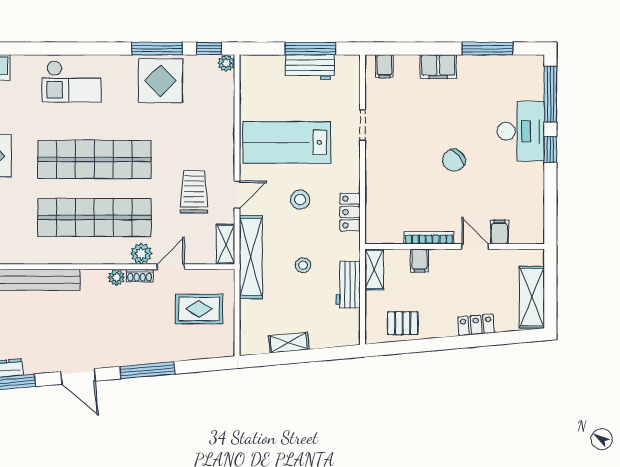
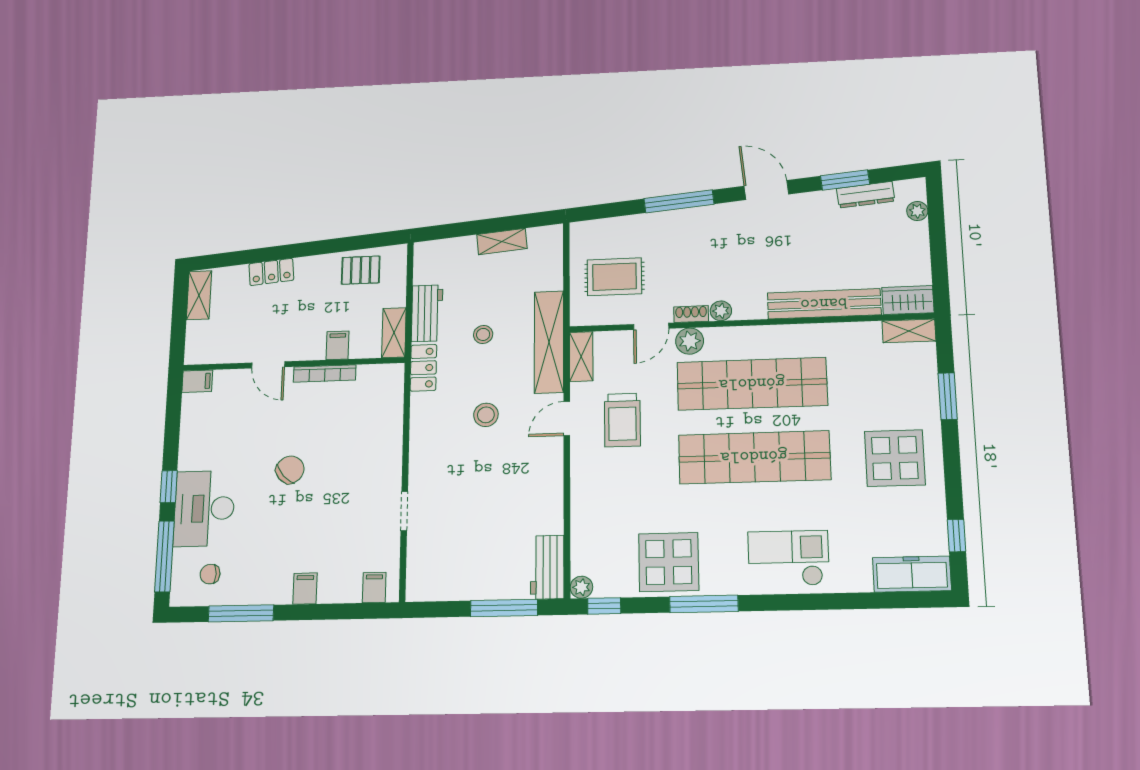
window: (157, 49) -> (704, 604), moved
window: (310, 49) -> (504, 608), moved
workbench: (310, 67) -> (547, 567), moved, turned -90
filing cabinet: (438, 67) -> (305, 589), width x0.50
chair: (513, 79) -> (210, 574), added
lab bench: (287, 142) -> (502, 486), removed
locker: (350, 212) -> (423, 368), moved
filing cabinet: (499, 232) -> (197, 381), moved, turned -90
shelving: (532, 297) -> (199, 295), width x0.67, depth x0.75

